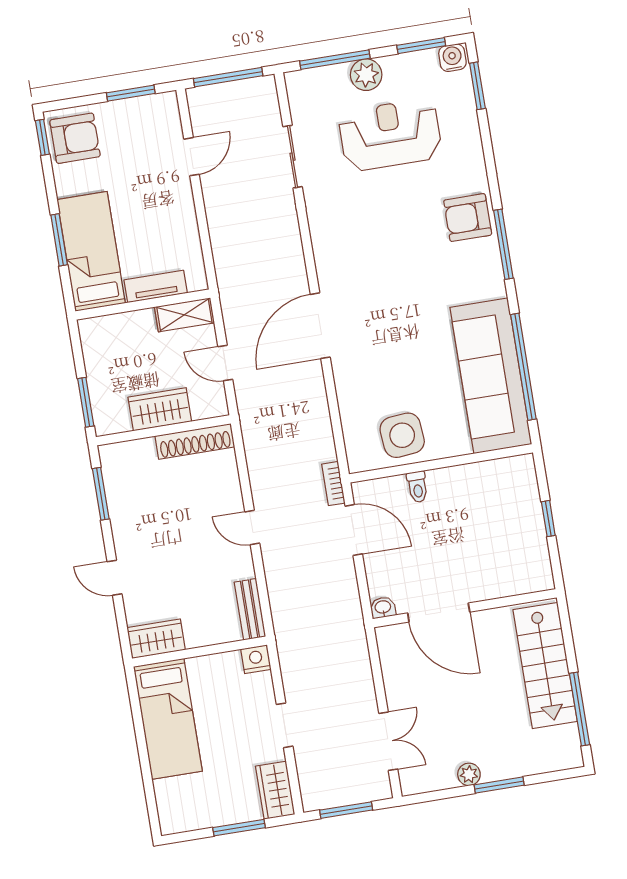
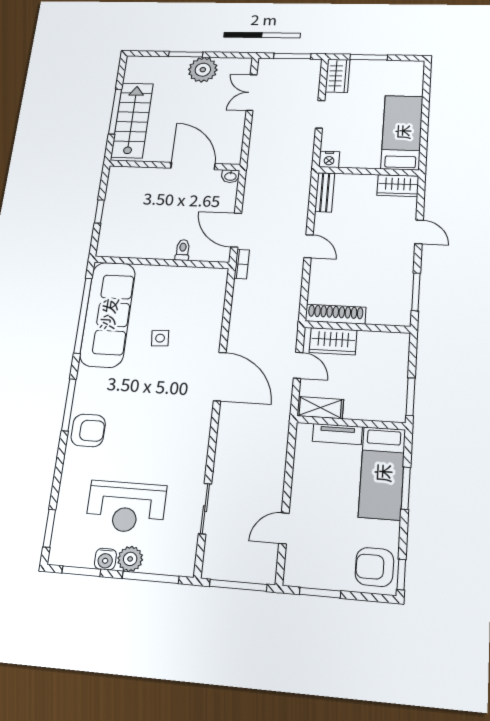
water cooler: (452, 58) -> (105, 559), moved
door: (320, 326) -> (220, 377), hinge flipped
window: (86, 402) -> (410, 397), moved
wardrobe: (160, 409) -> (333, 341), moved
side table: (402, 435) -> (160, 338), moved, width x0.54, depth x0.54
window: (579, 709) -> (115, 111), moved
plant: (469, 774) -> (203, 70), width x1.87, depth x1.87

